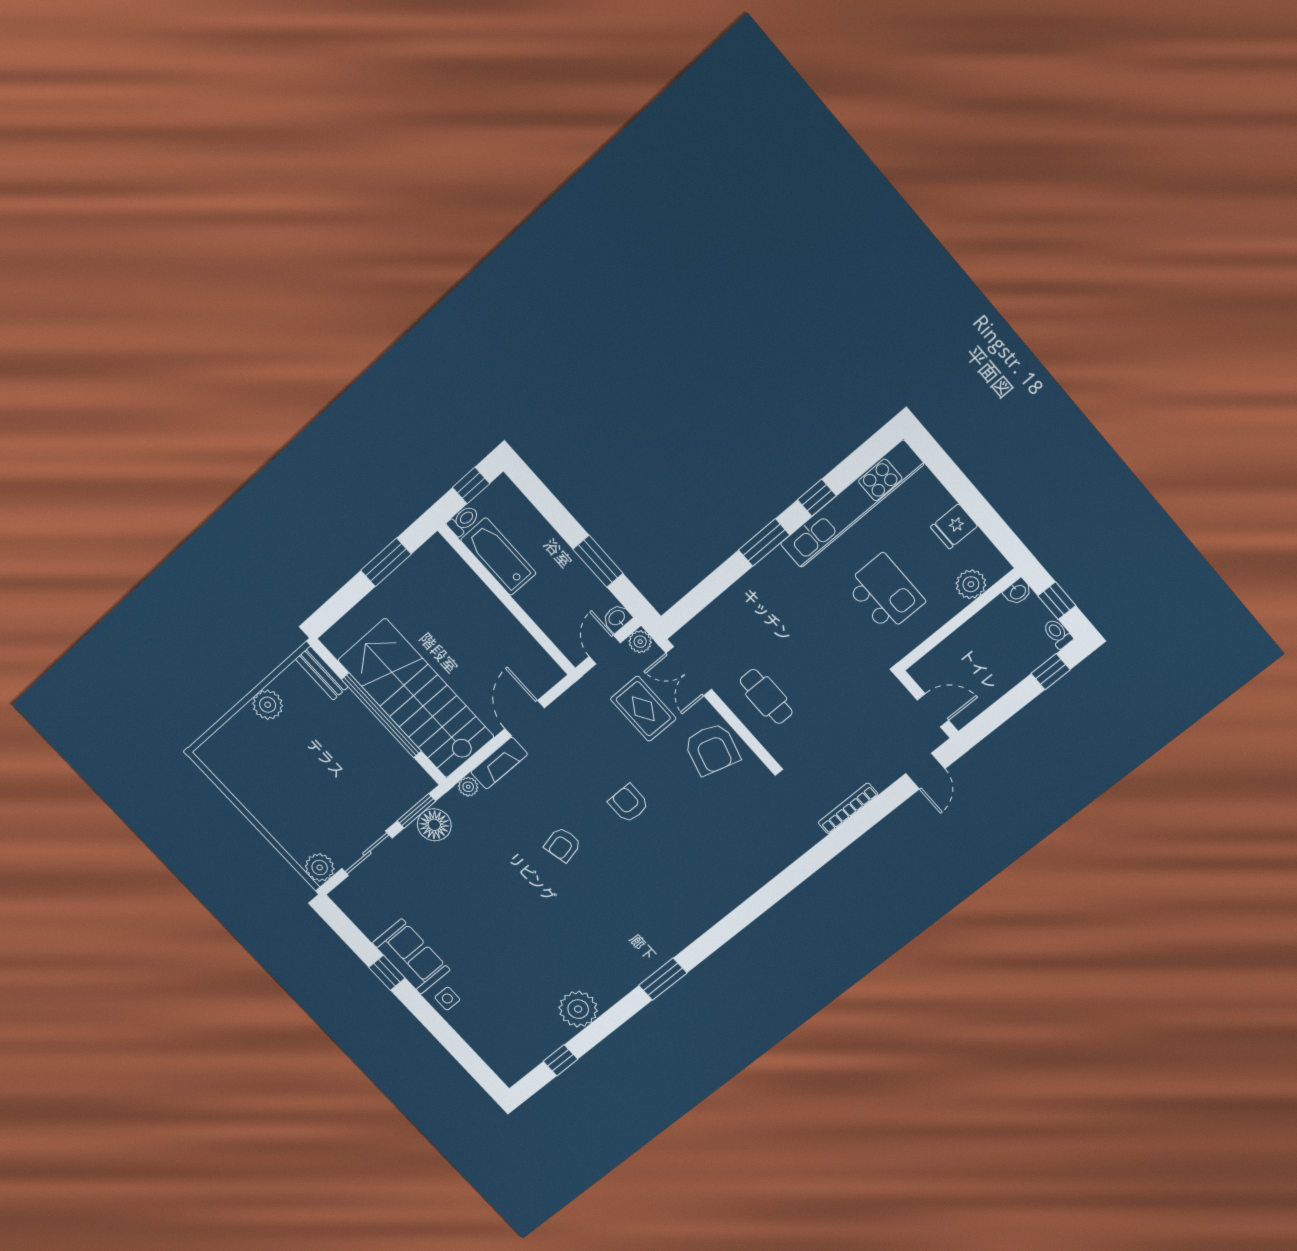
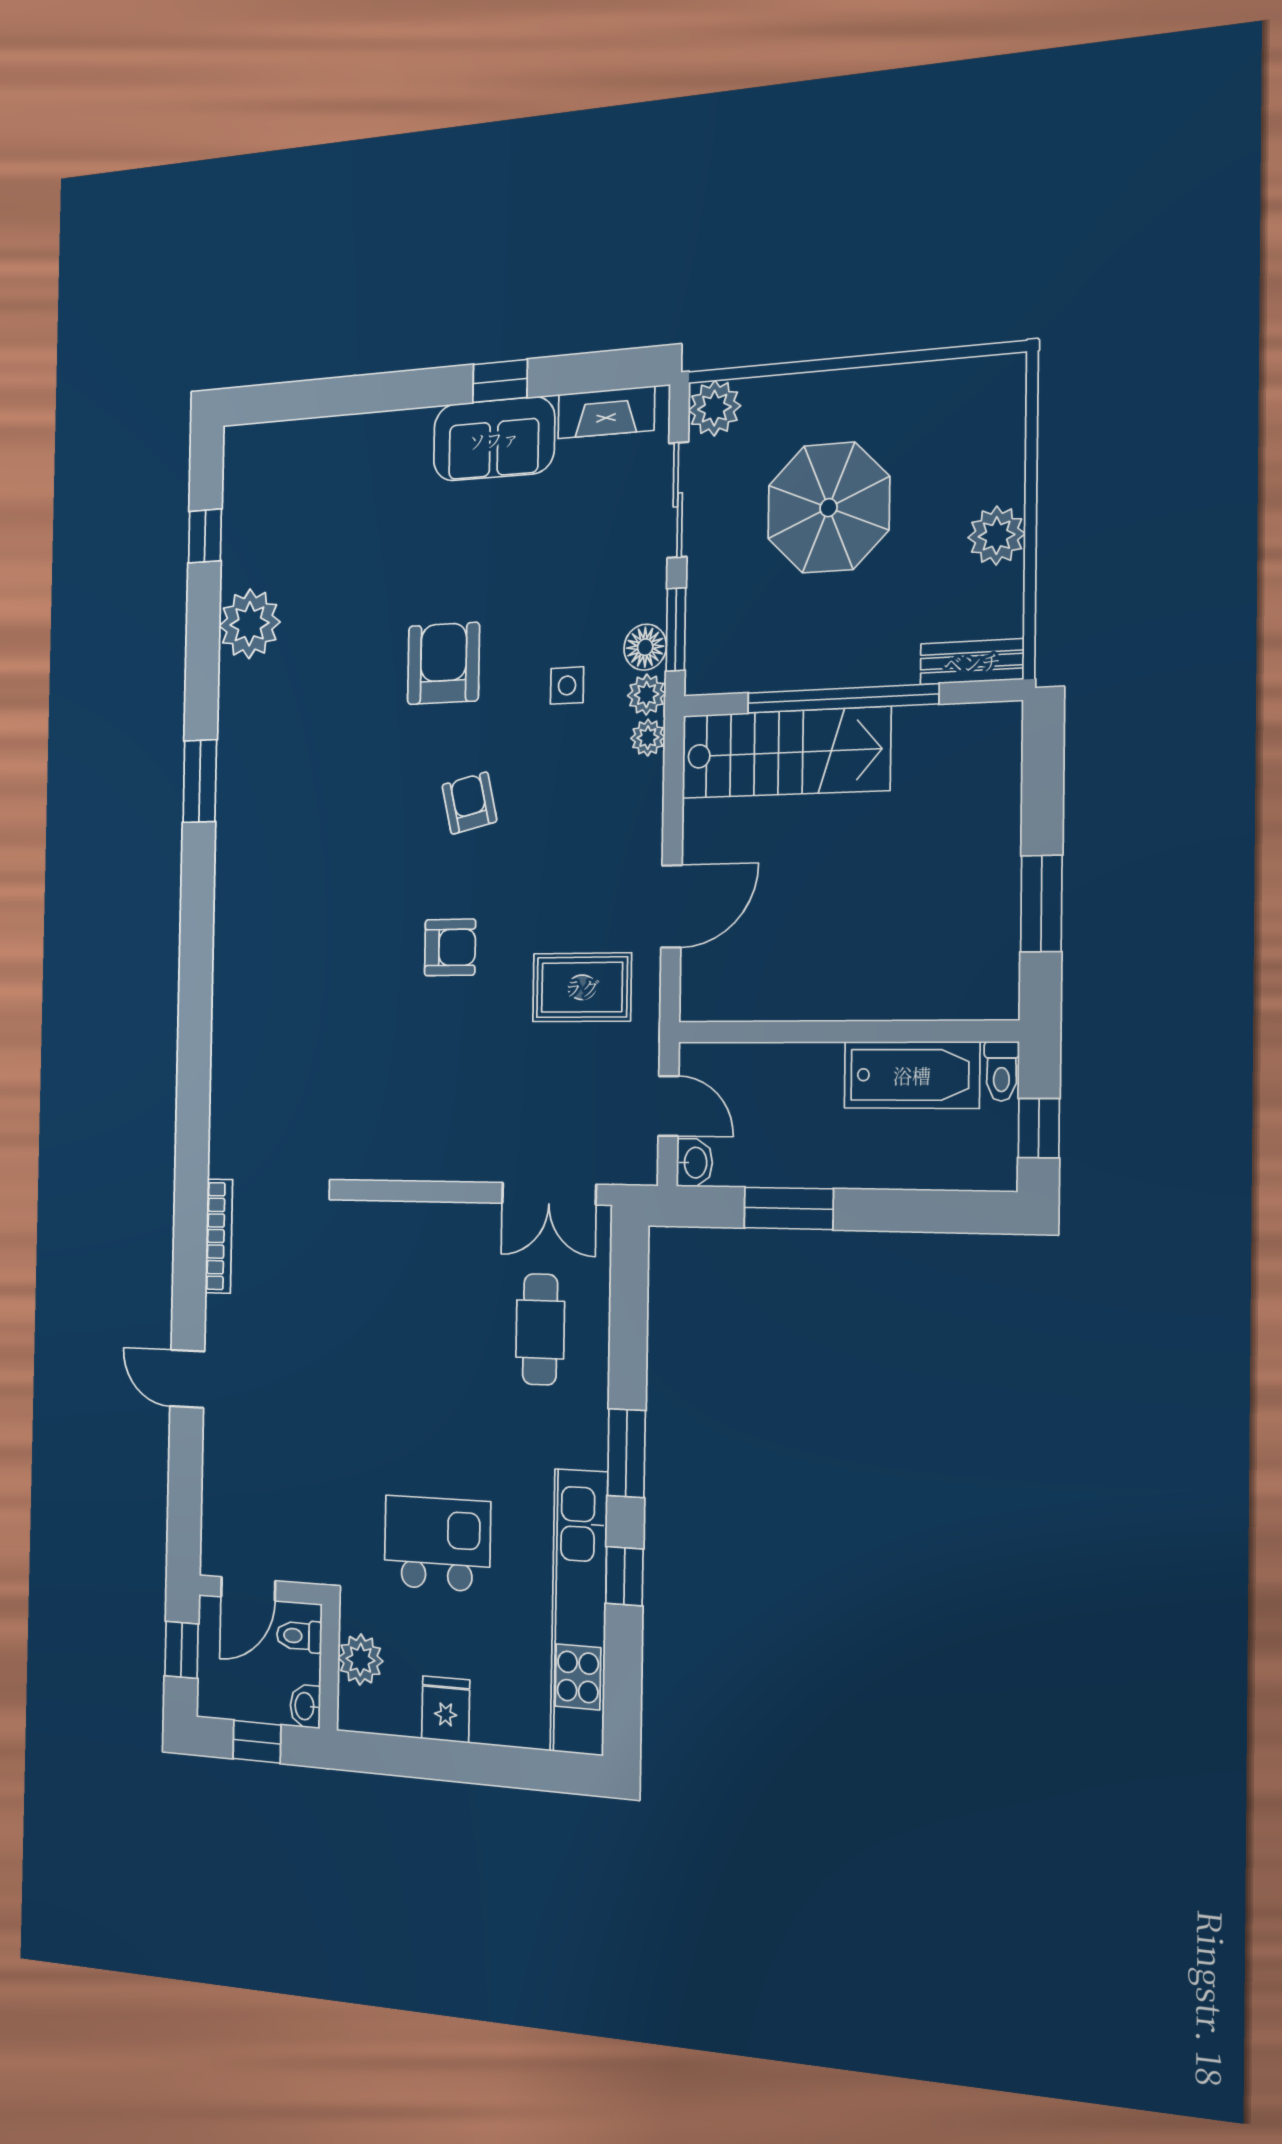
kitchen island: (885, 593) -> (437, 1544), turned 180
toilet: (1058, 634) -> (299, 1636), moved, turned 180
plant: (640, 642) -> (647, 695), moved
double door: (689, 671) -> (549, 1194), swing flipped
cafe table: (766, 696) -> (540, 1329), moved, turned 90
stairs: (416, 699) -> (785, 753), width x0.73, depth x0.66
wall: (928, 704) -> (260, 1590), moved
rug: (643, 709) -> (582, 987), moved
door: (933, 710) -> (248, 1589), moved
door: (525, 718) -> (671, 906), hinge flipped
armchair: (712, 749) -> (443, 663), moved, turned 74
fireplace: (499, 763) -> (606, 412), moved, turned -90
parasol: (316, 785) -> (829, 508), added
floor lamp: (434, 825) -> (645, 647), width x0.73, depth x0.73
side table: (447, 999) -> (567, 685), moved

